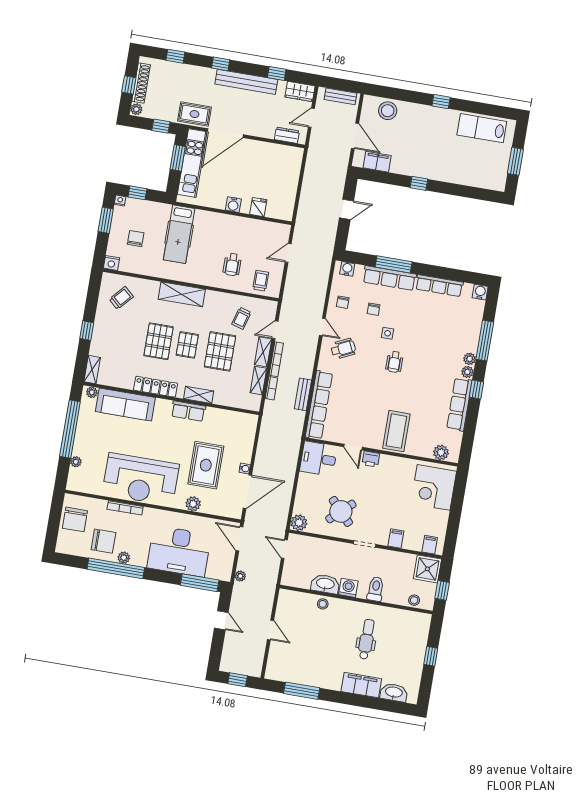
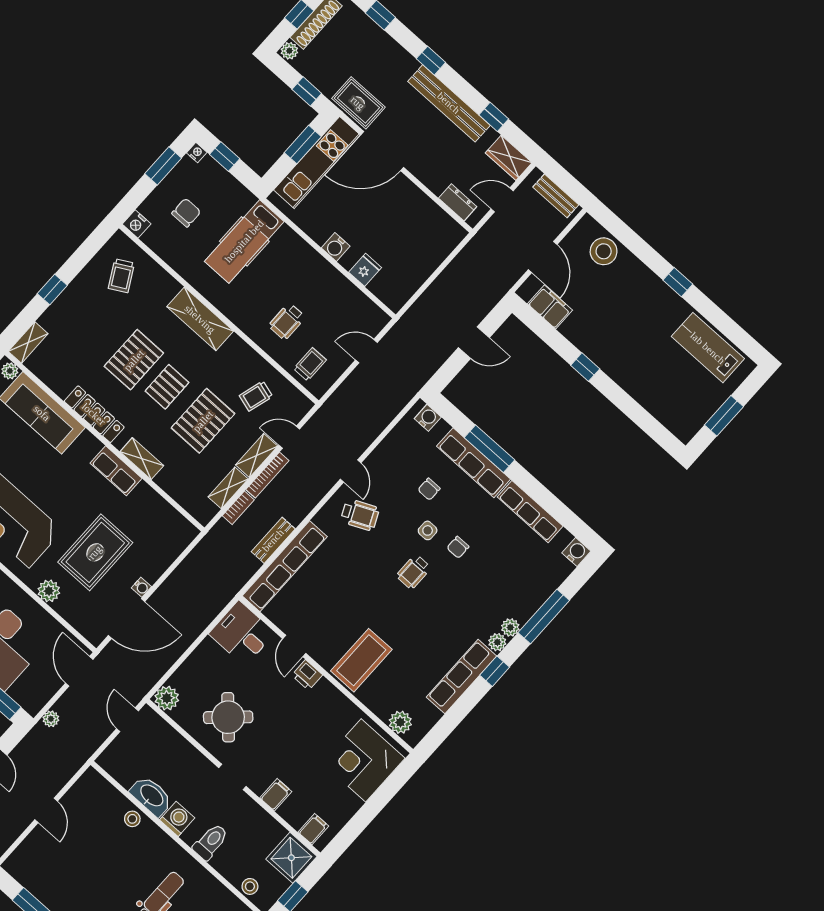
trolley: (121, 298) -> (121, 276), turned 109
chair: (343, 302) -> (458, 547), moved

